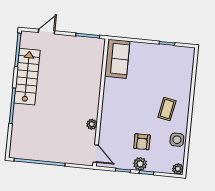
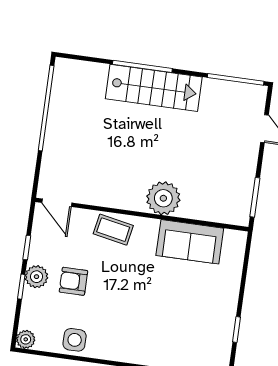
sofa: (117, 59) -> (190, 242), moved
stairs: (27, 77) -> (154, 88), moved
coffee table: (167, 109) -> (113, 230), moved
plant: (92, 124) -> (163, 198), moved, width x1.88, depth x1.88
door: (96, 154) -> (57, 203), hinge flipped

